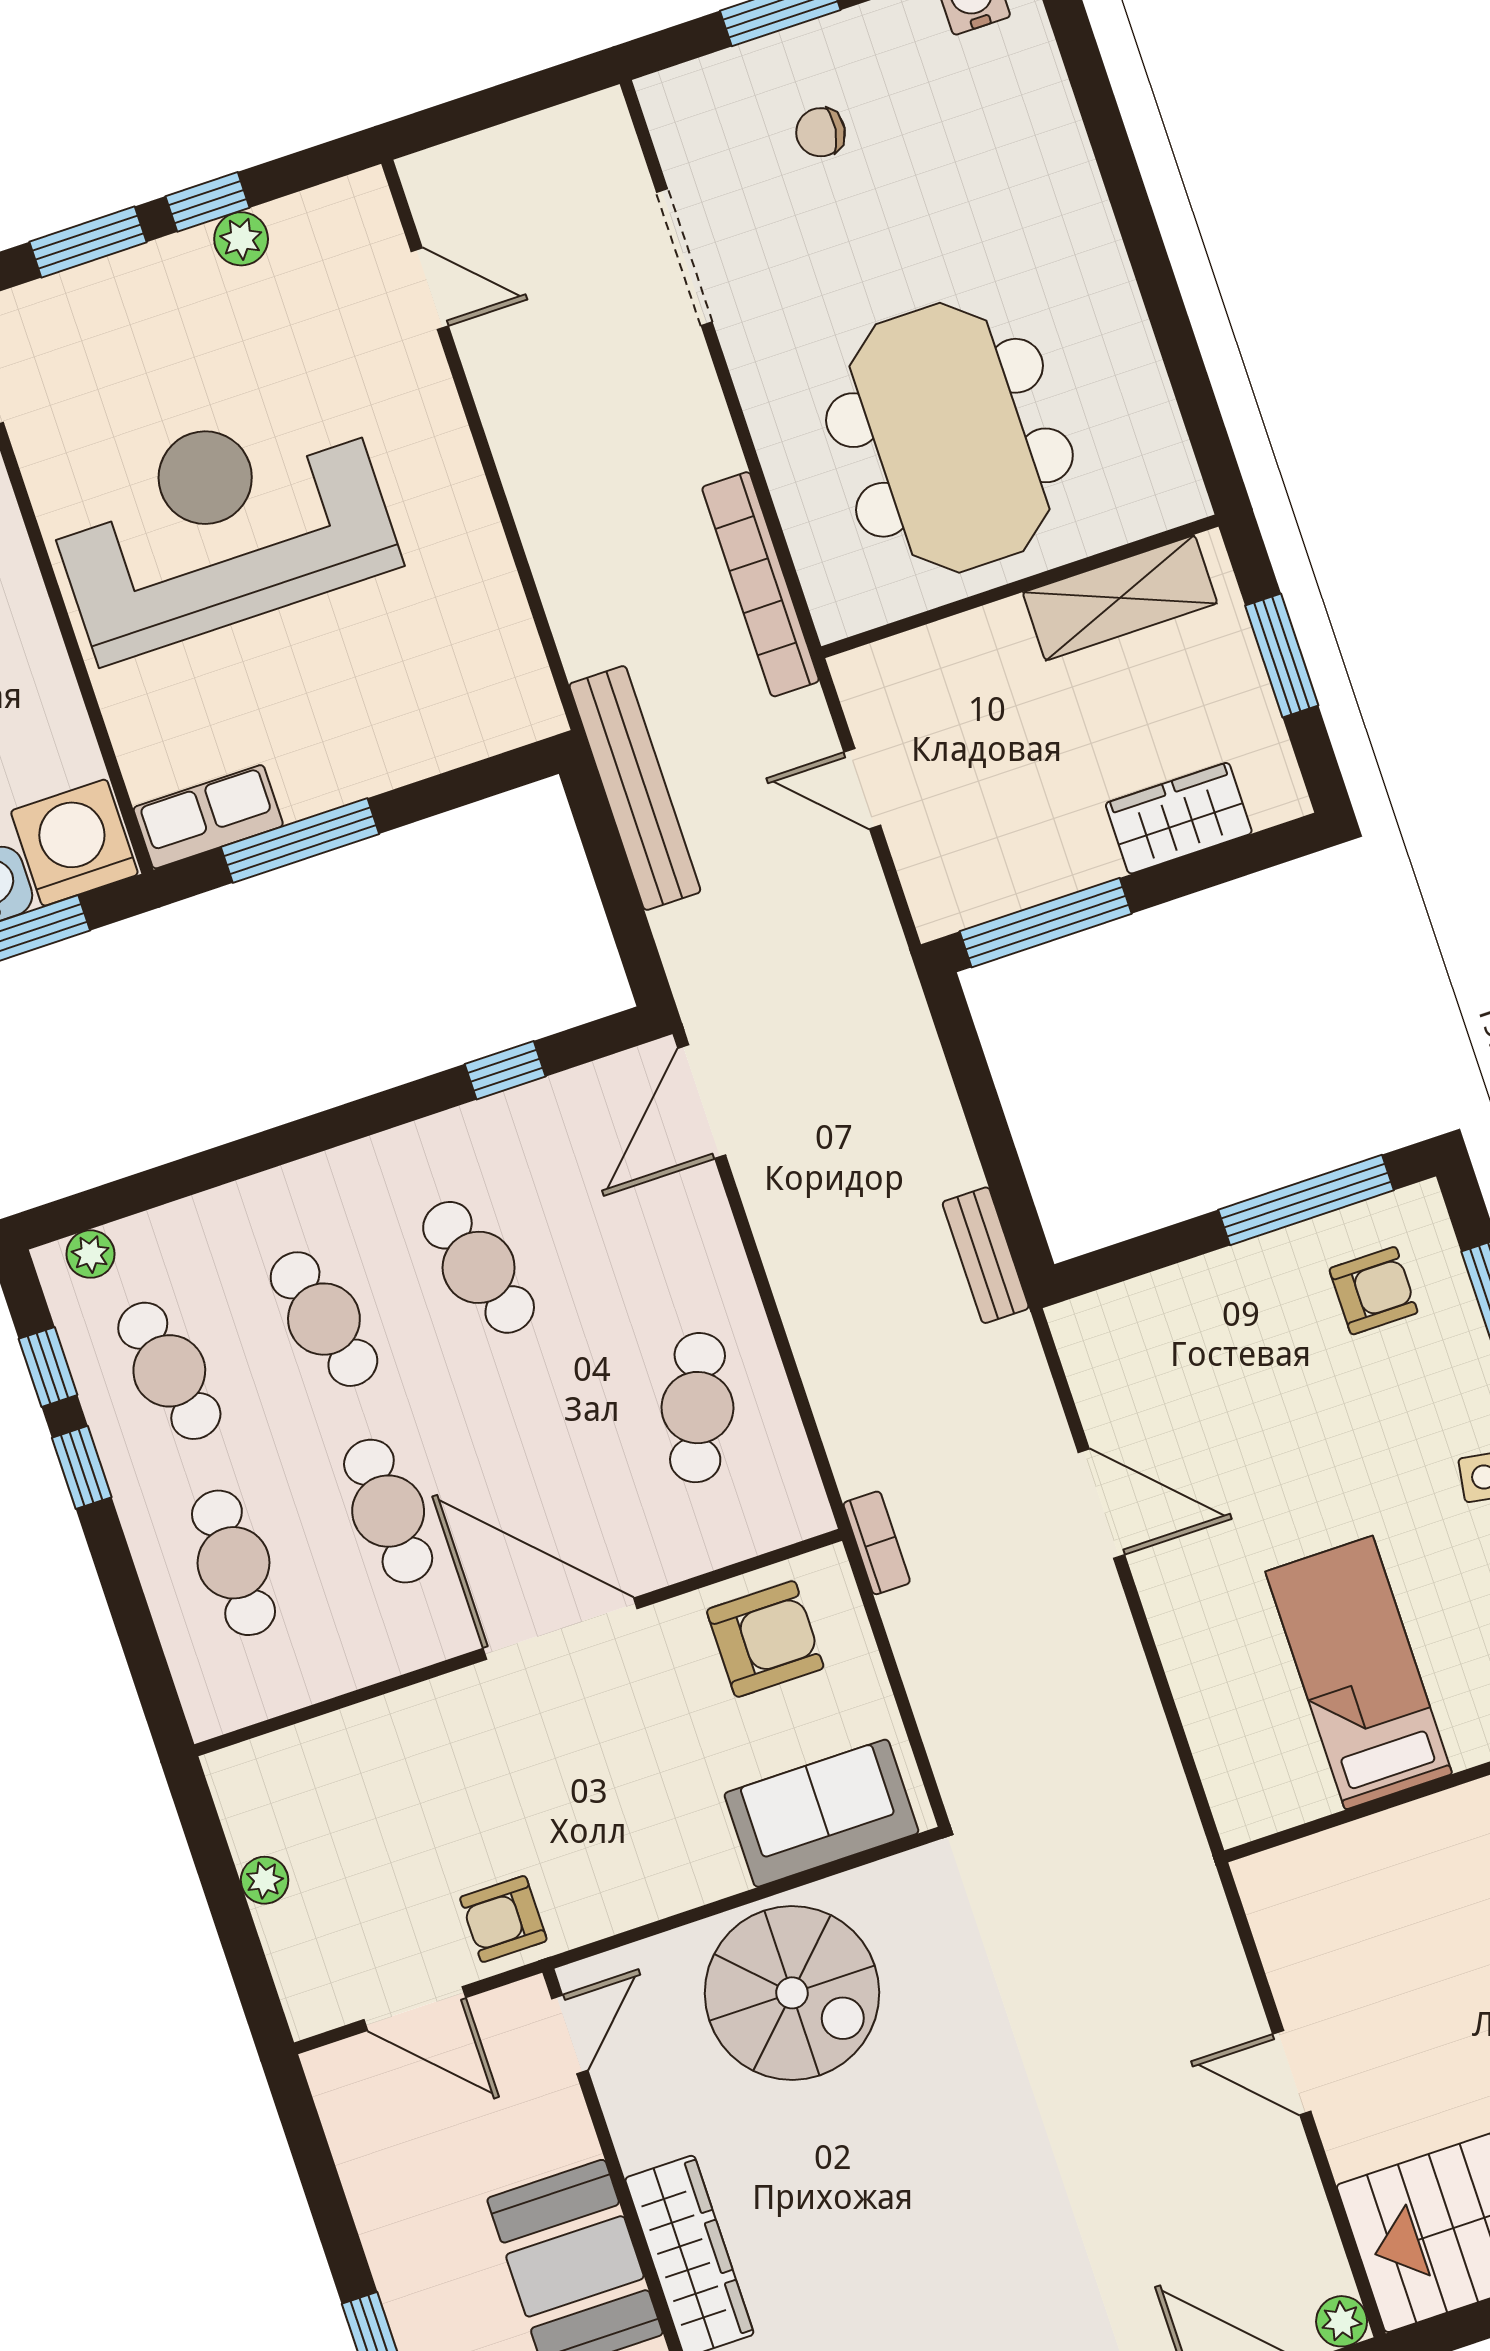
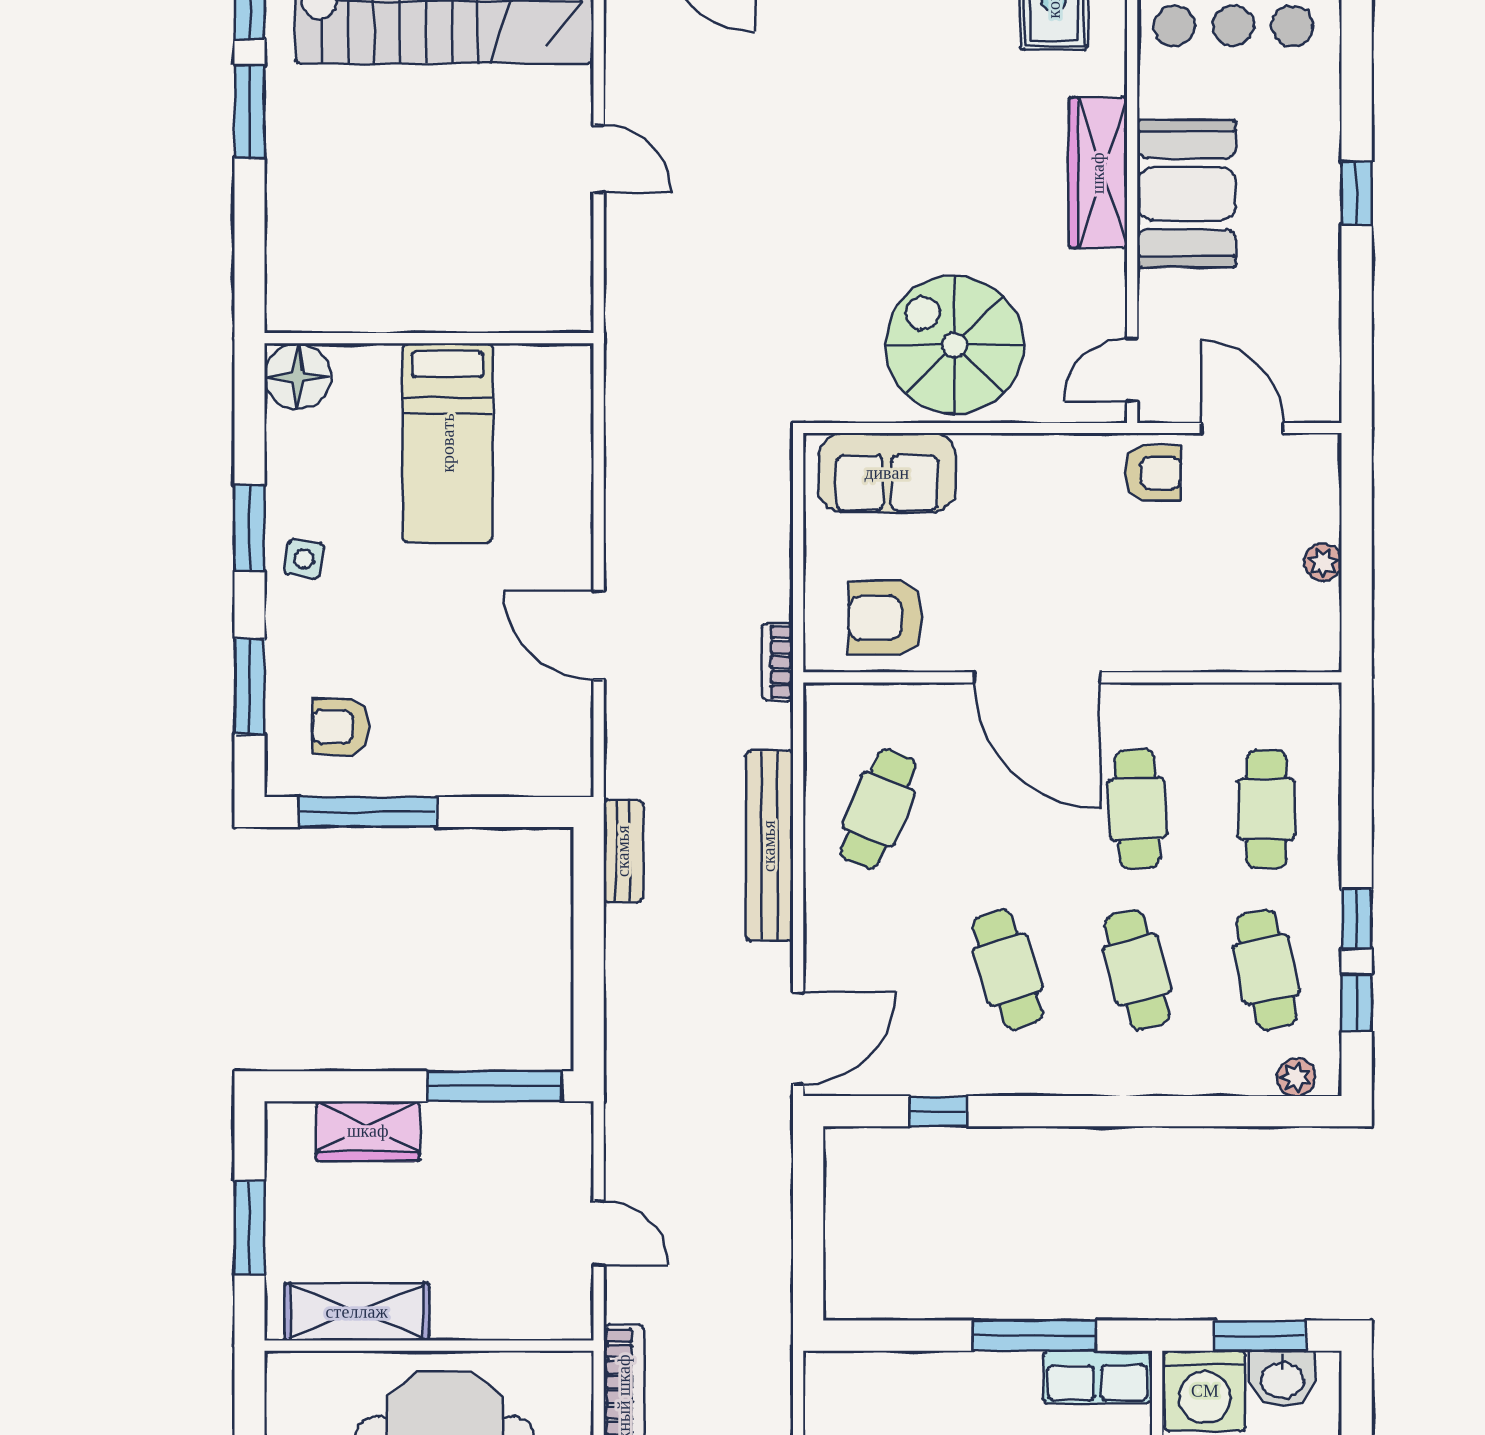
bench: (635, 788) -> (769, 846), moved

